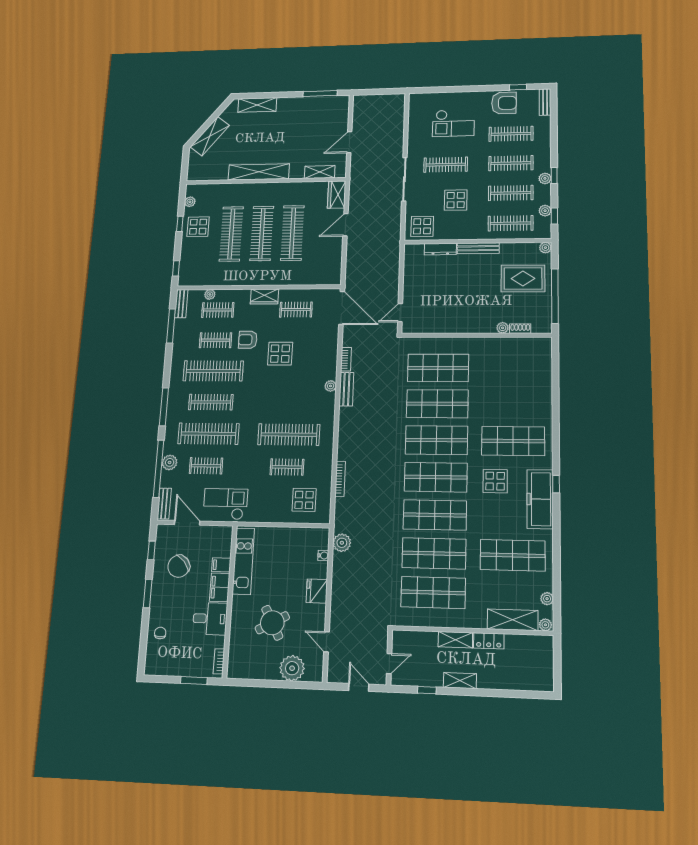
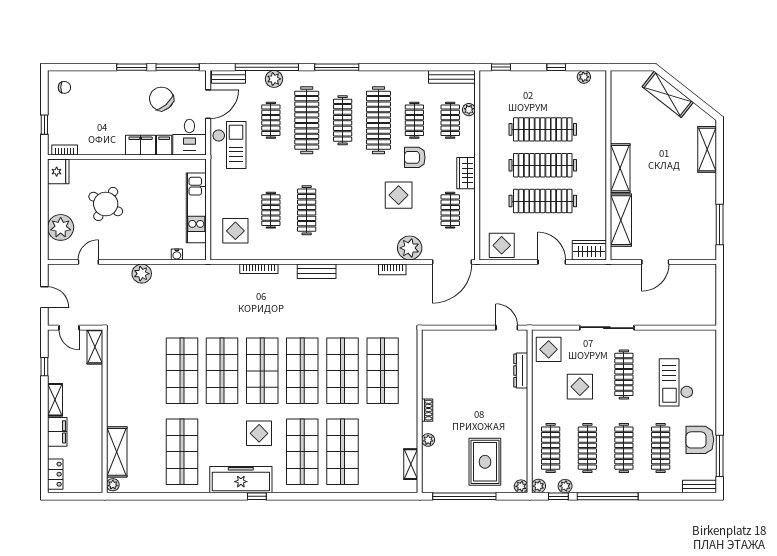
window: (518, 87) -> (720, 456), width x2.17
armchair: (504, 103) -> (700, 440), turned 90
door: (349, 142) -> (655, 262), swing flipped
shelving: (259, 172) -> (620, 168), width x0.68
shelving: (320, 172) -> (621, 220), width x1.50, depth x1.33
window: (554, 175) -> (608, 496), width x3.17
plant: (545, 178) -> (538, 486), moved
display table: (198, 227) -> (502, 245), moved
bench: (478, 248) -> (521, 413), removed
bench: (181, 304) -> (452, 77), width x1.36
door: (400, 313) -> (507, 328), moved
window: (171, 326) -> (431, 67), removed
shoe rack: (520, 329) -> (427, 410), moved
armchair: (248, 340) -> (415, 157), turned -90
shelving: (525, 343) -> (411, 464), added
plant: (331, 386) -> (410, 248), moved, width x1.88, depth x1.88
bench: (346, 389) -> (317, 271), moved
clothes rail: (289, 435) -> (307, 210), width x0.73, depth x0.76
plant: (342, 543) -> (142, 274), moved
window: (151, 550) -> (178, 67), width x2.17
kitchen unit: (243, 561) -> (196, 208), moved, turned 90
fridge: (317, 591) -> (58, 172), moved, turned 90
shop shelf: (433, 592) -> (342, 452), moved
plant: (547, 599) -> (139, 486), removed
desk: (210, 619) -> (189, 137), moved
round table: (272, 623) -> (106, 204), turned -31
chair: (160, 633) -> (64, 87), moved
shelving: (455, 640) -> (95, 347), moved
locker: (489, 641) -> (55, 474), moved, turned 180
window: (194, 680) -> (44, 125), width x0.67
filing cabinet: (492, 680) -> (57, 432), added
door: (359, 687) -> (44, 297), hinge flipped

